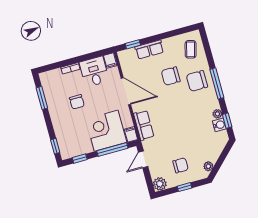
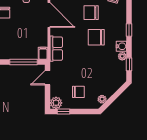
chair: (197, 81) -> (96, 37), moved
window: (217, 83) -> (129, 30), width x0.46
water cooler: (219, 125) -> (121, 46), moved
corner desk: (106, 131) -> (23, 44), removed
window: (184, 187) -> (63, 111), moved

